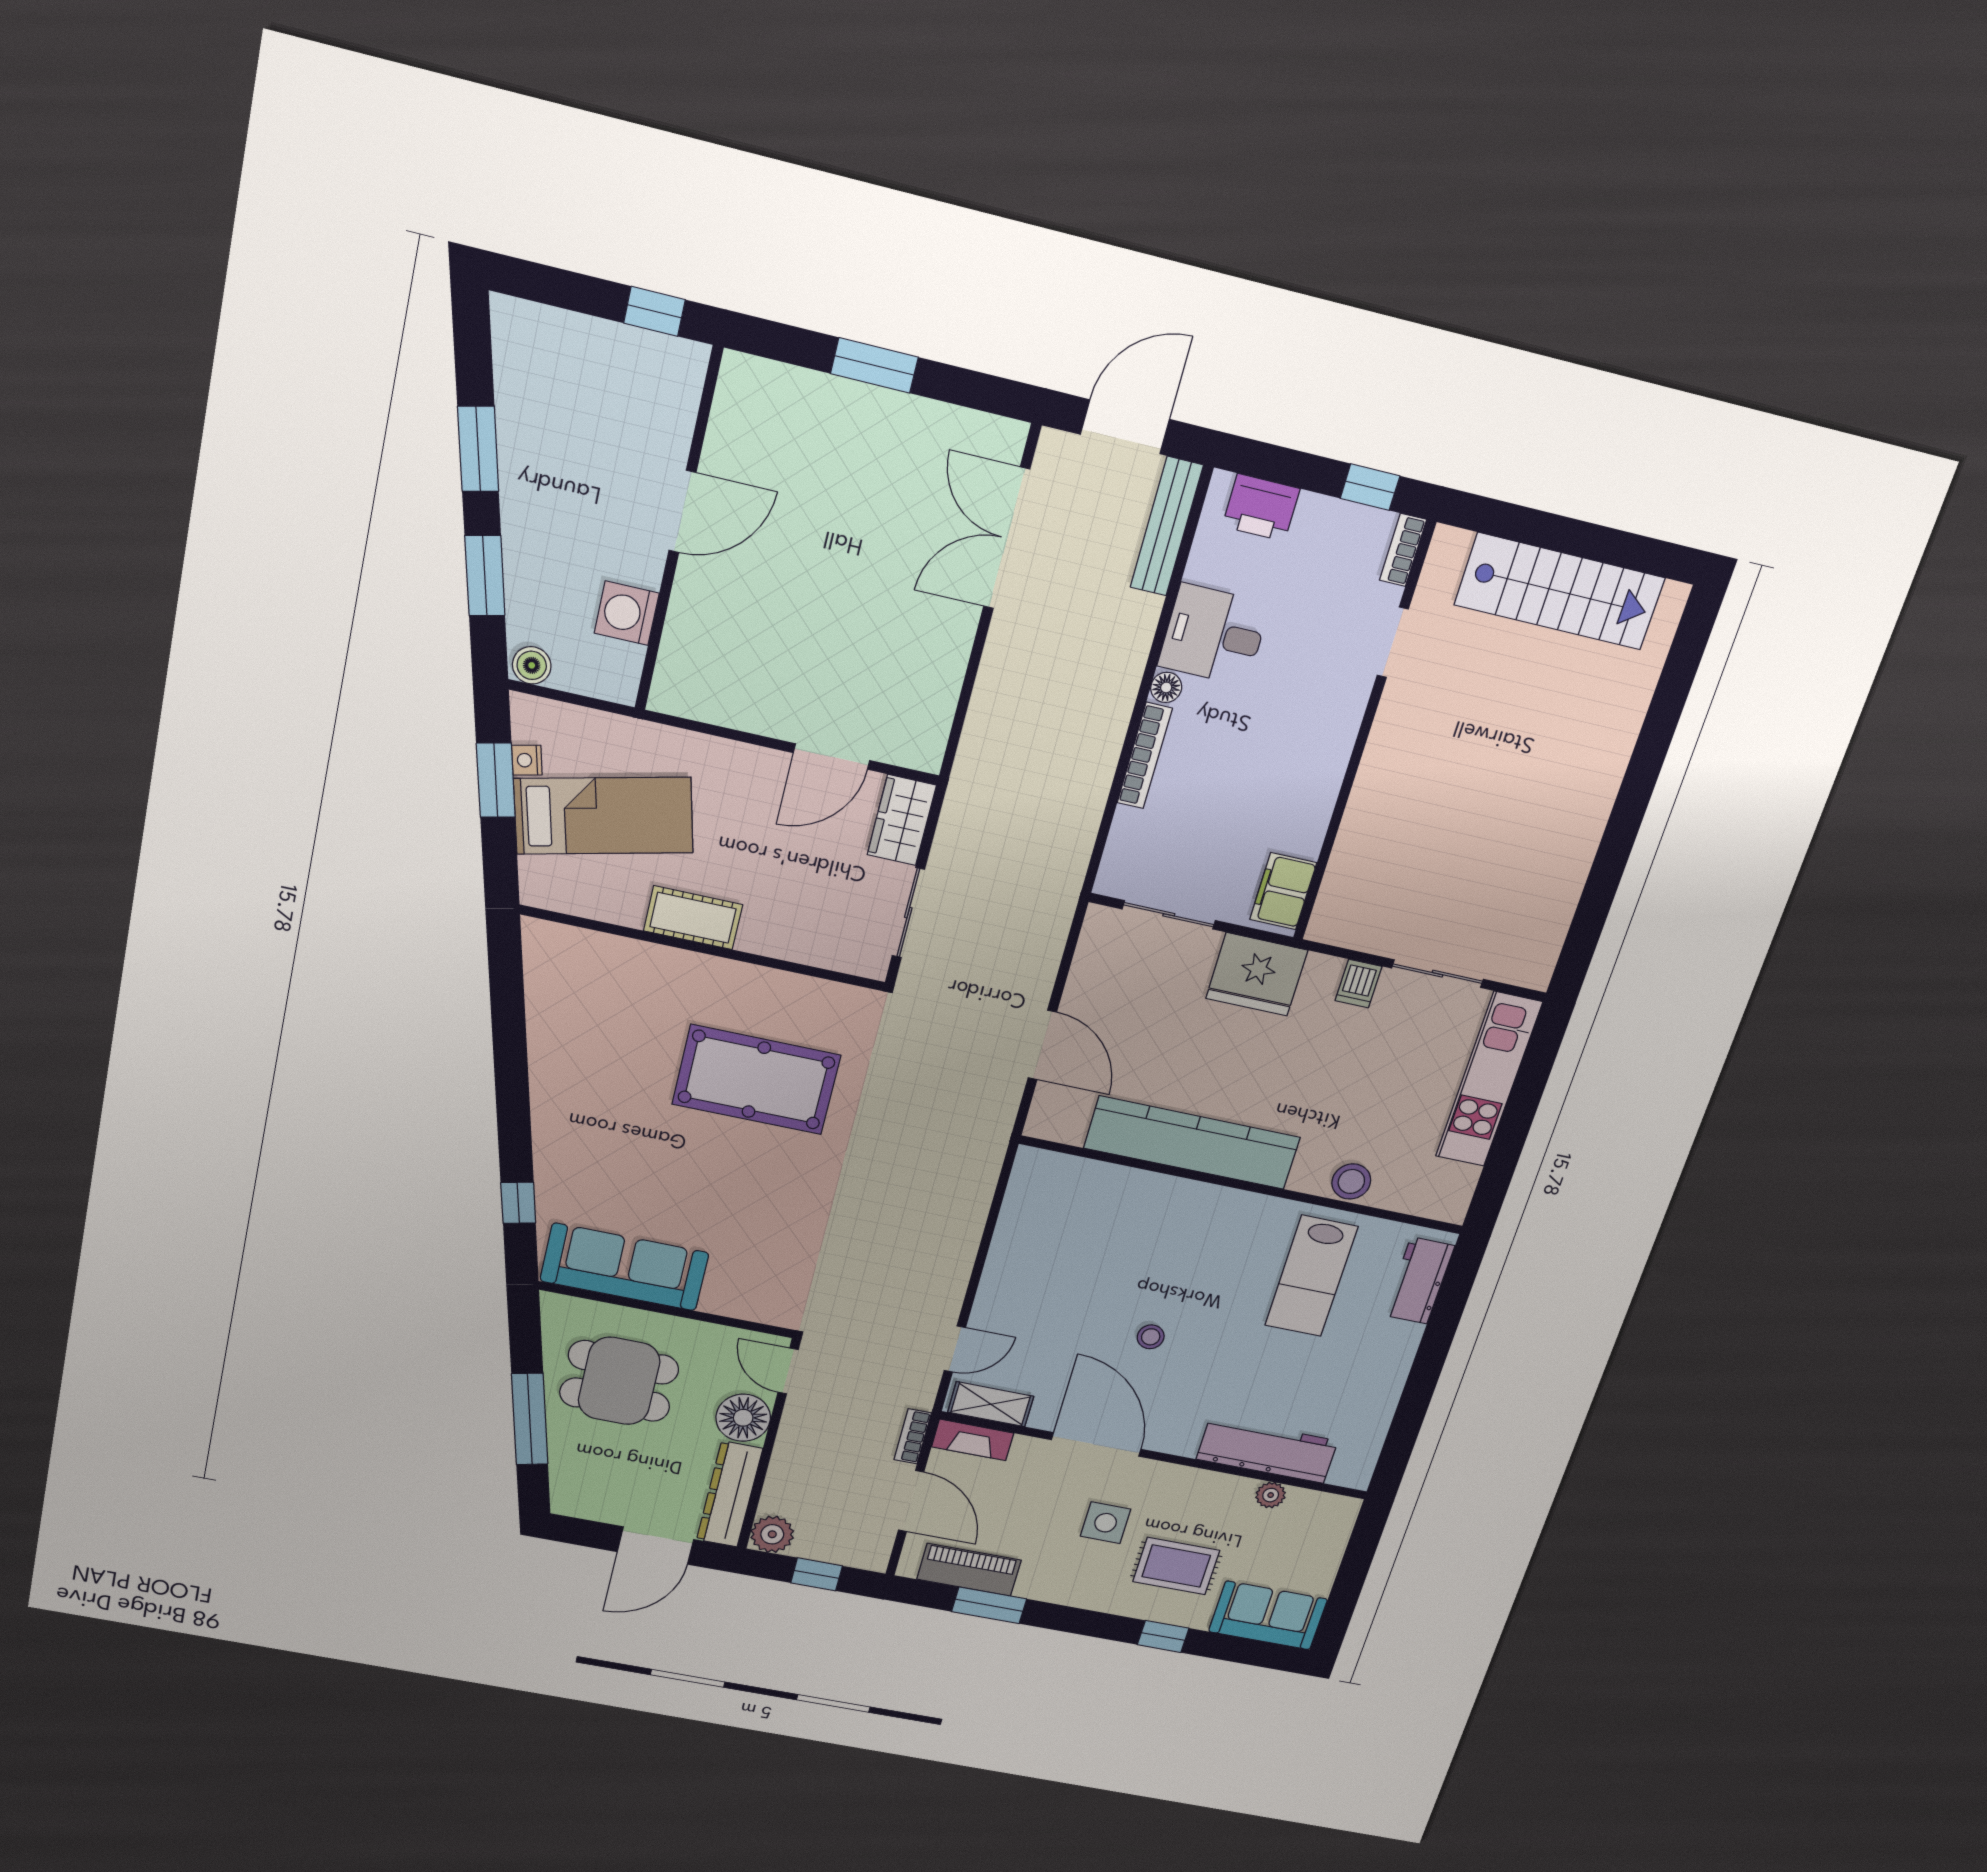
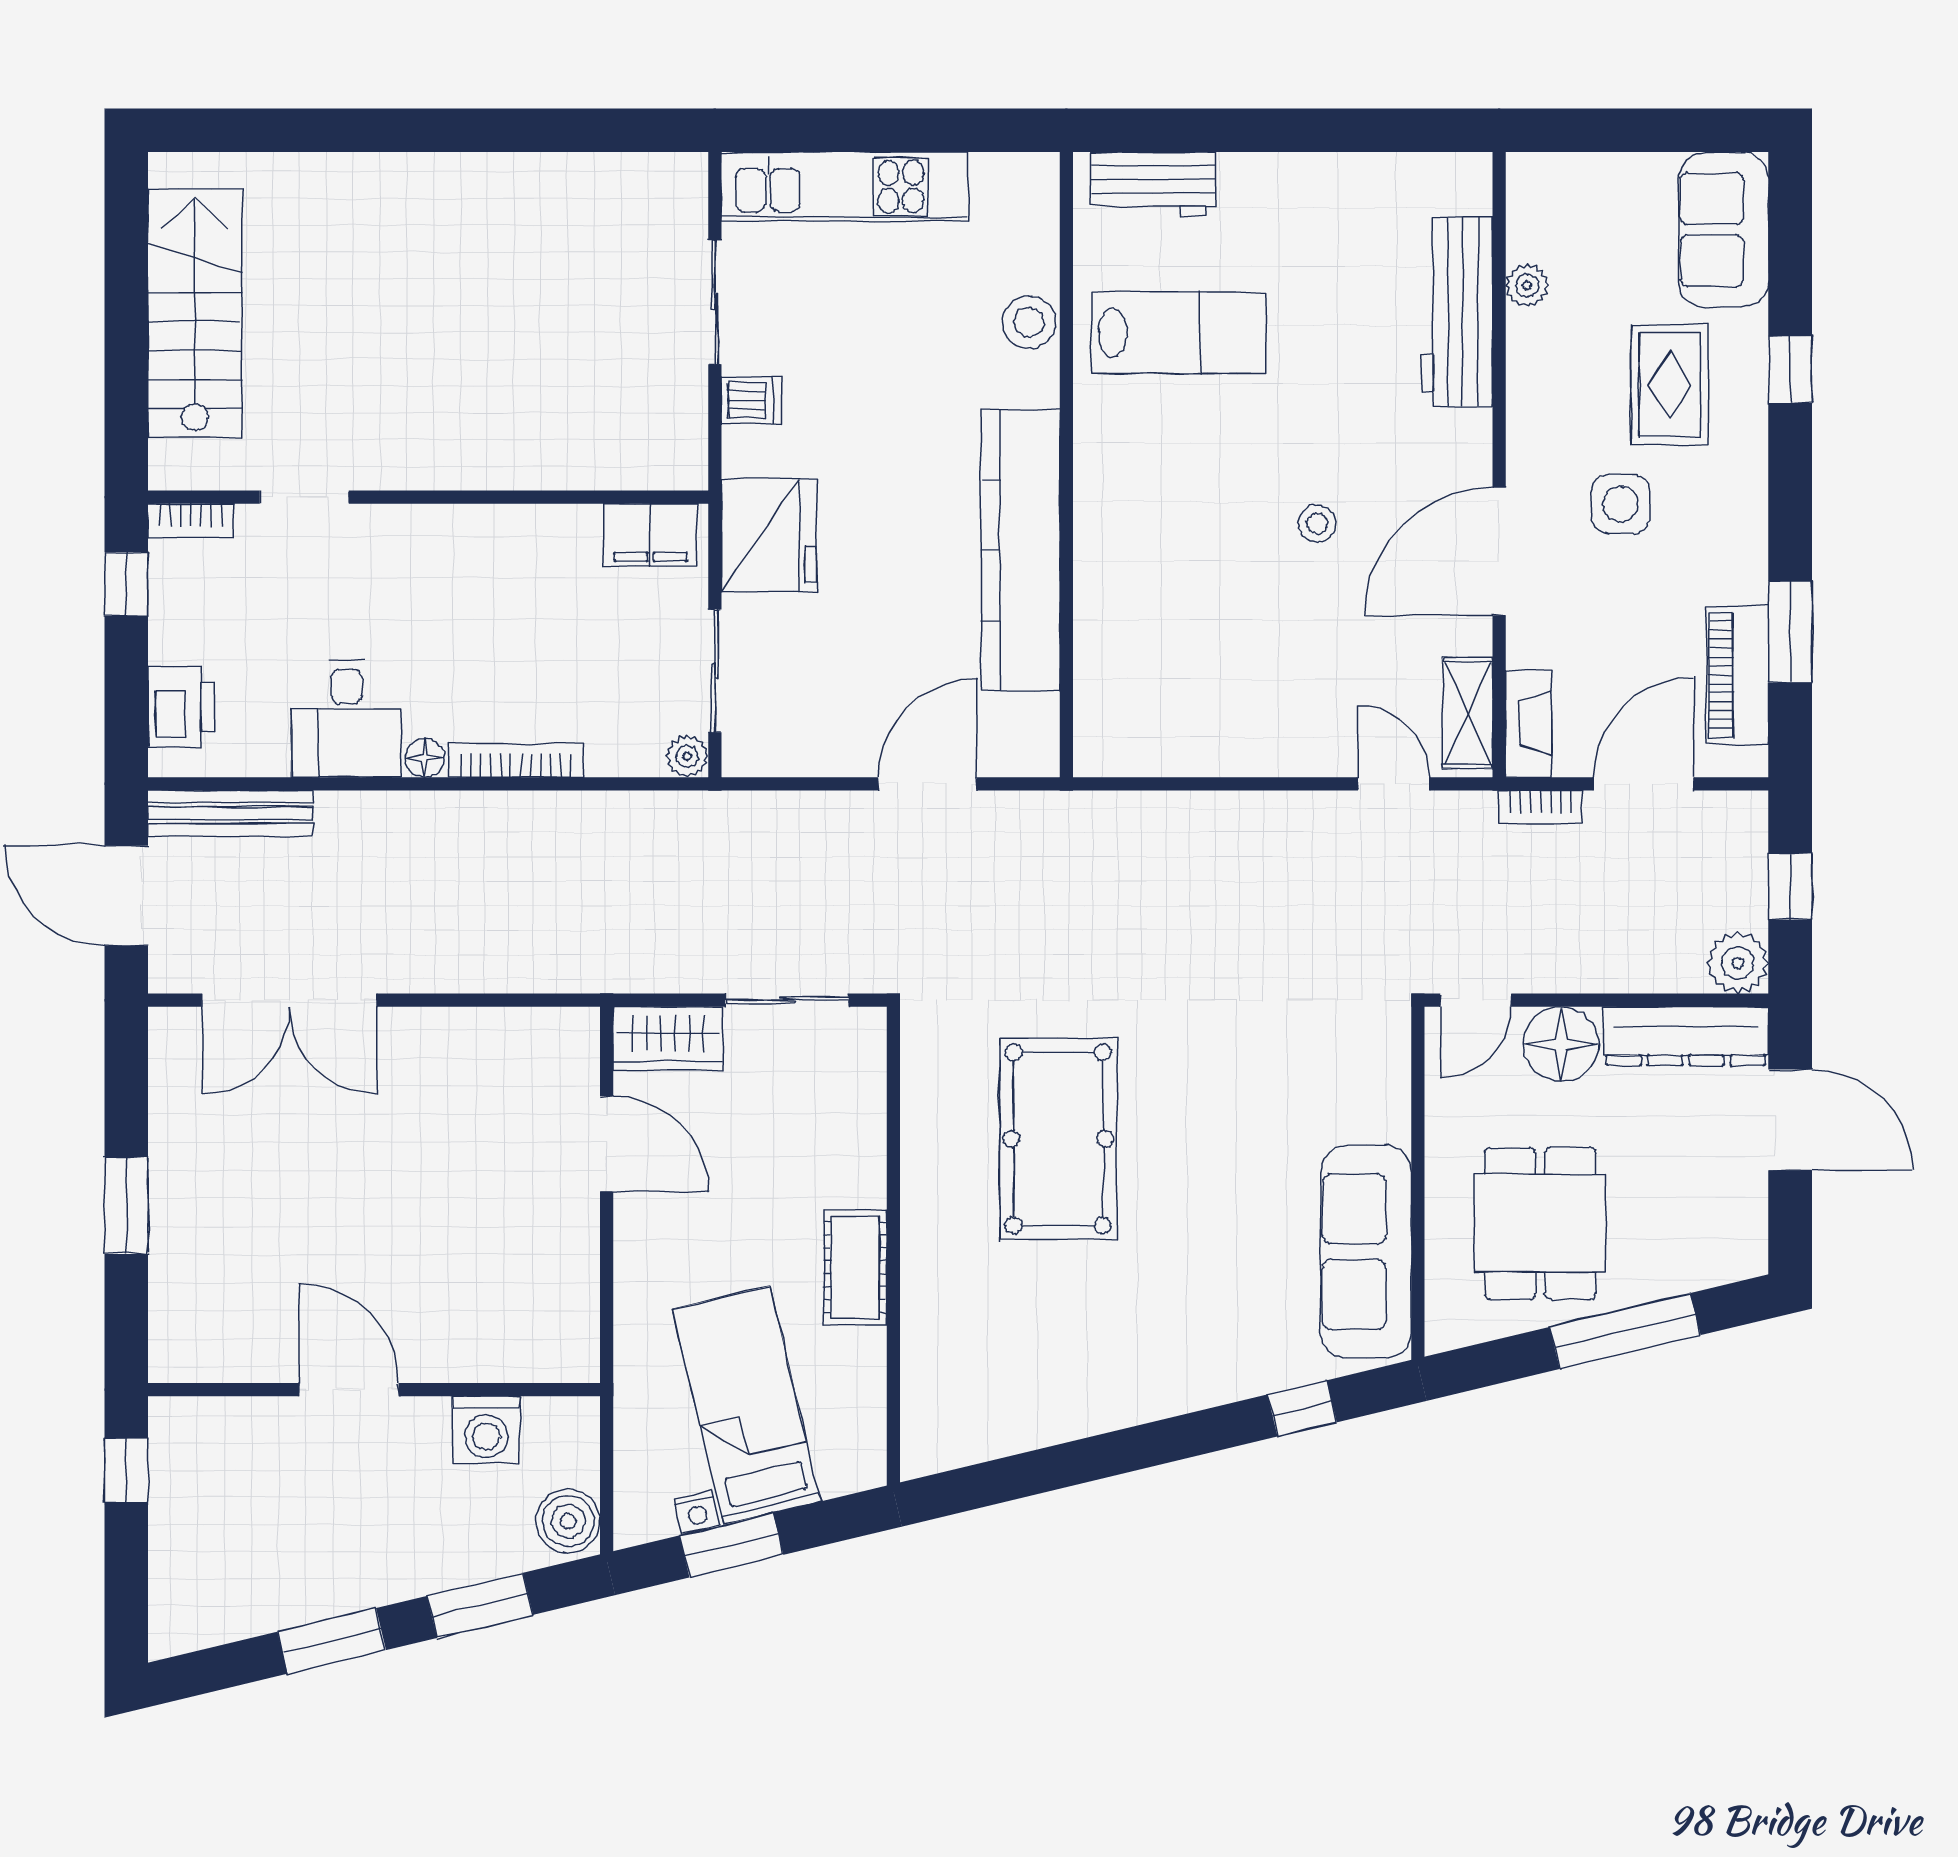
boiler: (532, 665) -> (568, 1521), width x1.36, depth x1.36
plant: (1111, 881) -> (687, 756), added

